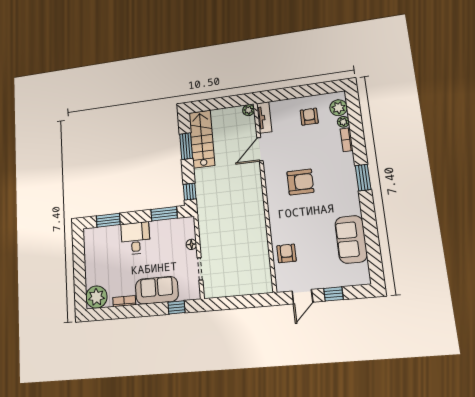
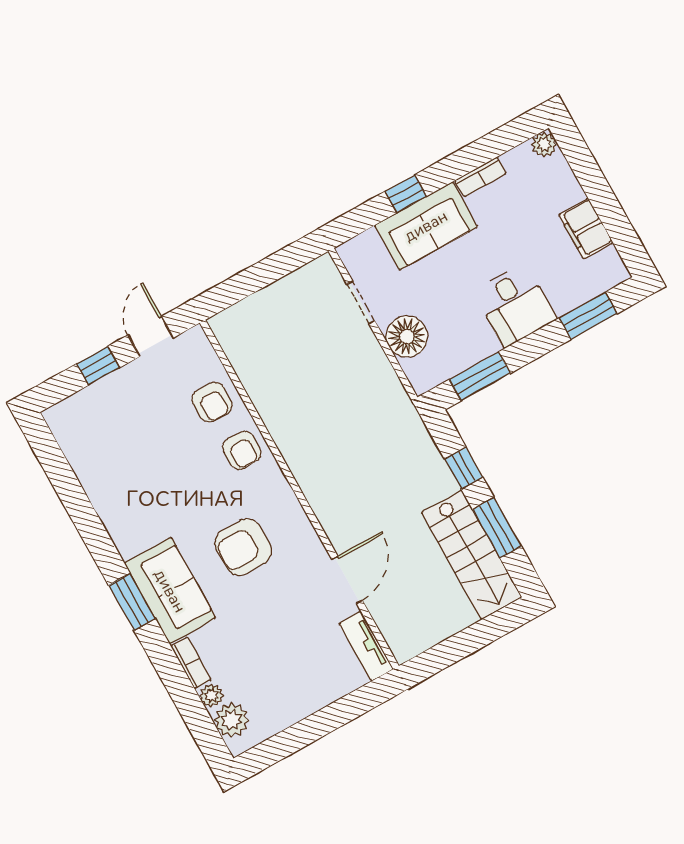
plant: (249, 110) -> (404, 649), removed
armchair: (309, 117) -> (242, 450), moved
window: (190, 192) -> (464, 468), moved
sofa: (351, 239) -> (170, 591), moved
floor lamp: (191, 244) -> (407, 337), width x1.89, depth x1.89
filing cabinet: (92, 258) -> (586, 229), added
plant: (96, 297) -> (544, 145), width x0.53, depth x0.53
window: (177, 307) -> (406, 194), moved

